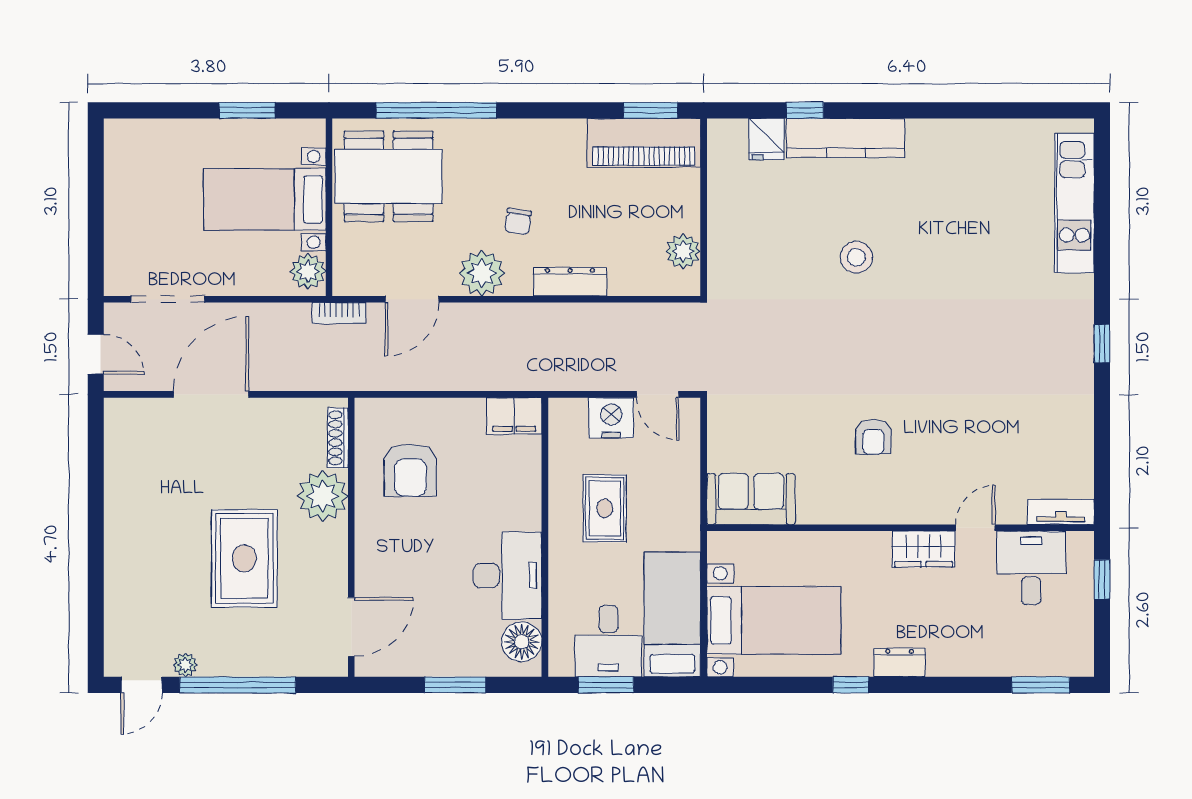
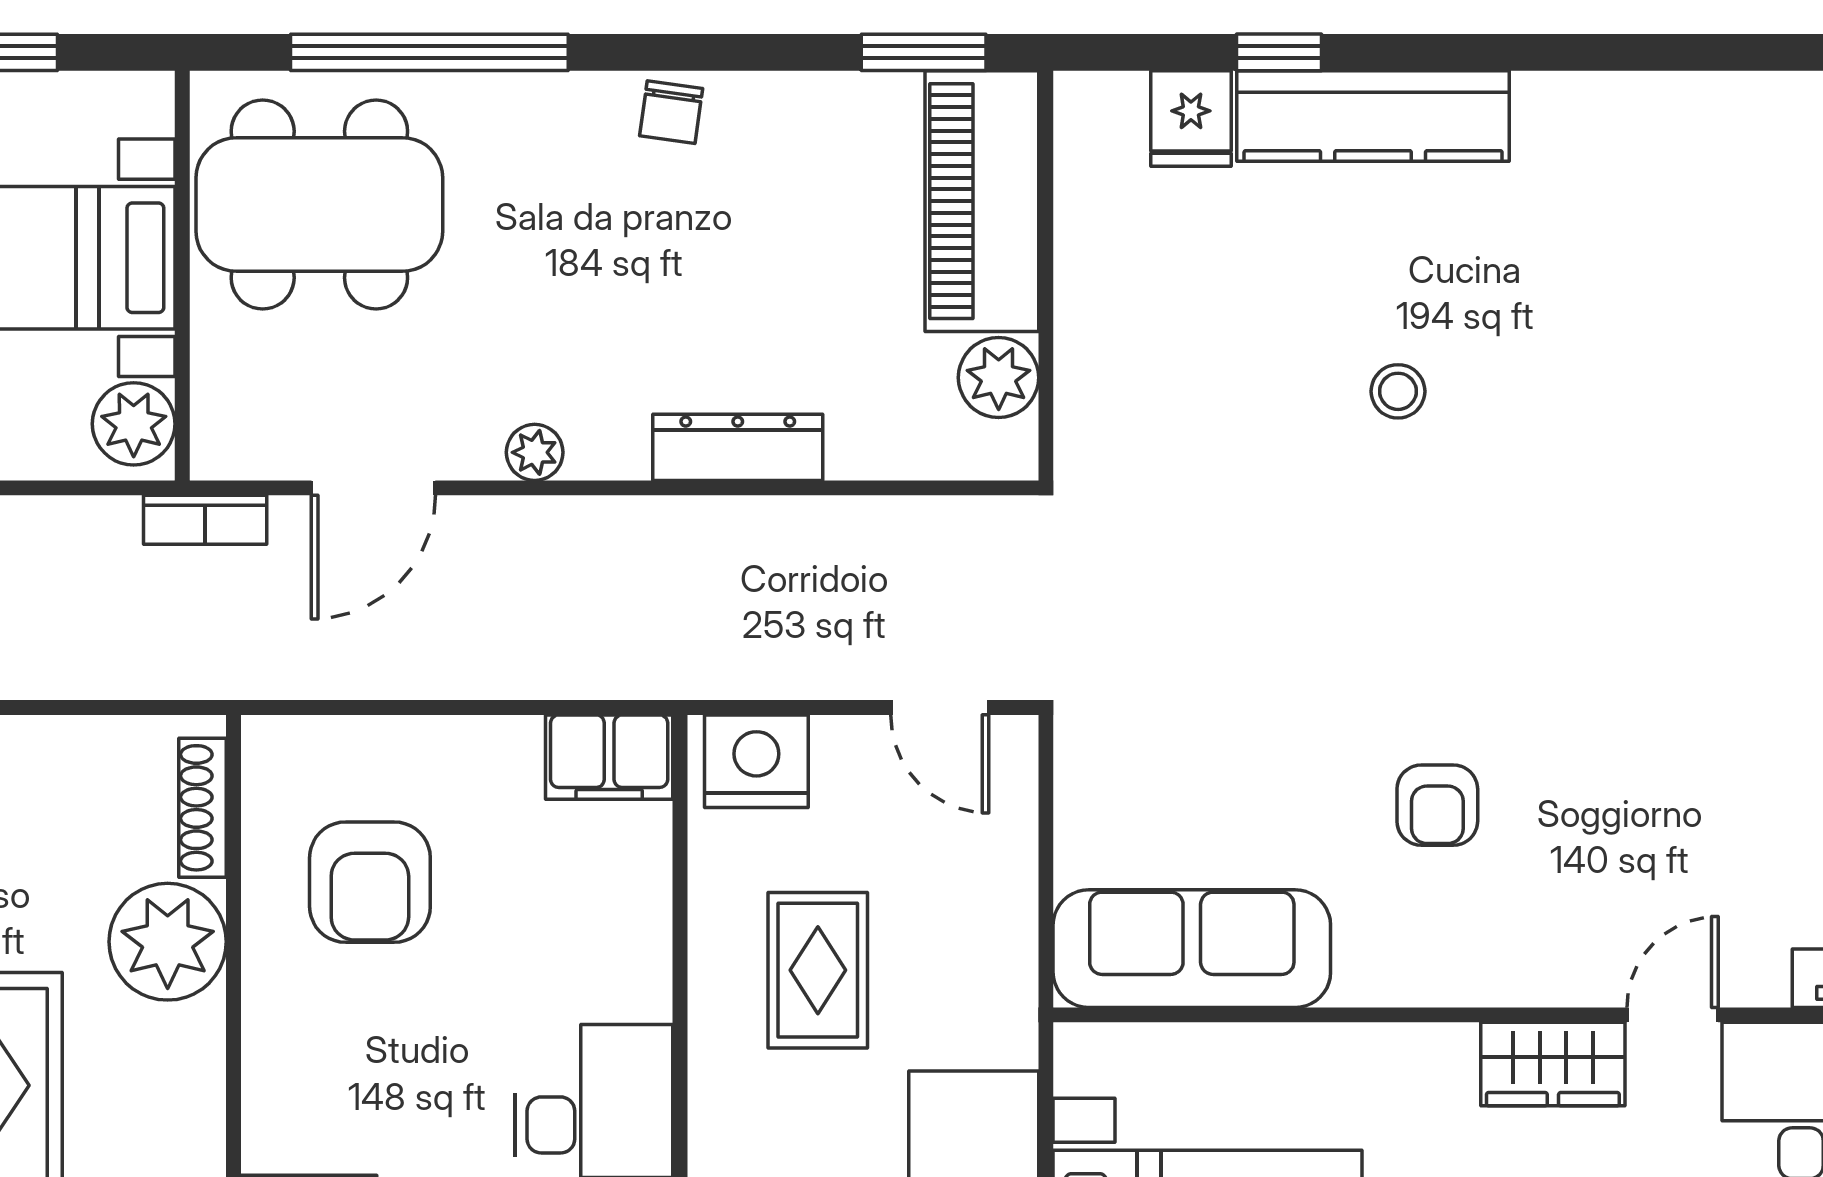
piano: (644, 143) -> (982, 201), moved, turned 90
chair: (518, 222) -> (671, 112), moved
stool: (856, 257) -> (1398, 391), width x0.73, depth x0.73
plant: (482, 273) -> (535, 452), width x0.53, depth x0.53
nightstand: (611, 418) -> (756, 761), moved
sofa: (751, 499) -> (1192, 949), width x1.36

